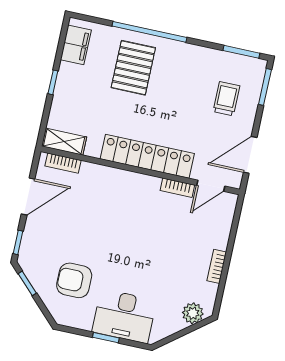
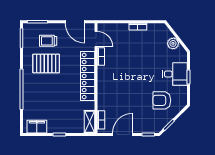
pallet: (133, 68) -> (46, 63), moved
door: (28, 196) -> (123, 134), hinge flipped
armchair: (74, 280) -> (162, 100), turned 90
plant: (193, 313) -> (173, 43), moved
desk: (124, 316) -> (175, 74), width x0.73

